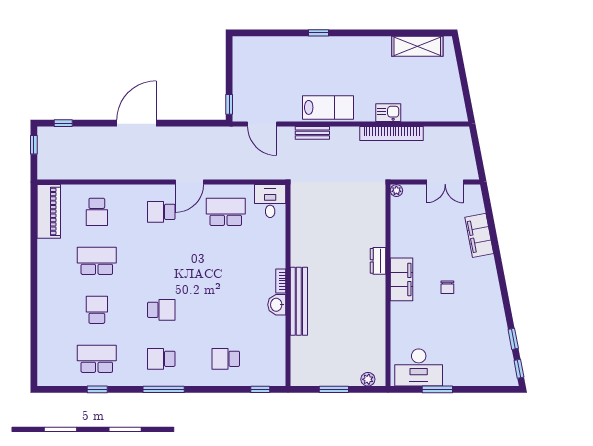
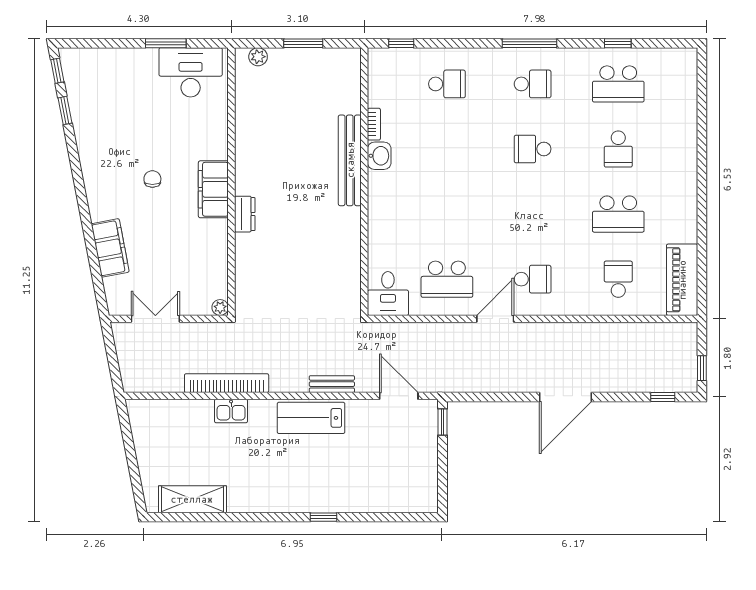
bookcase: (281, 281) -> (374, 124), moved

